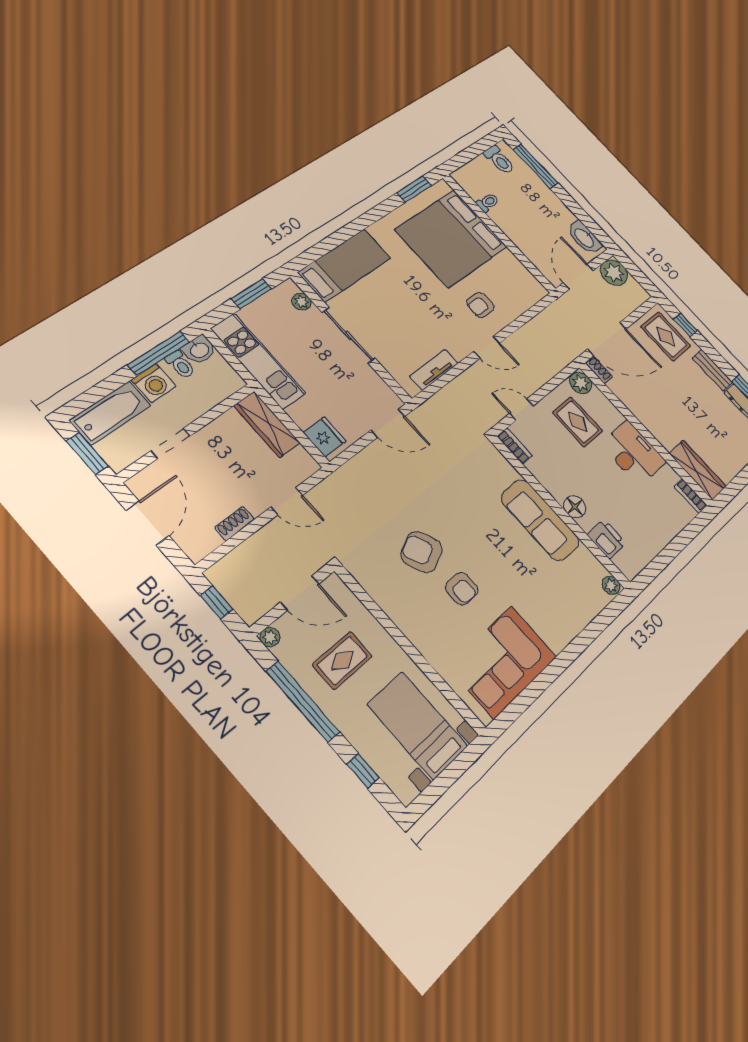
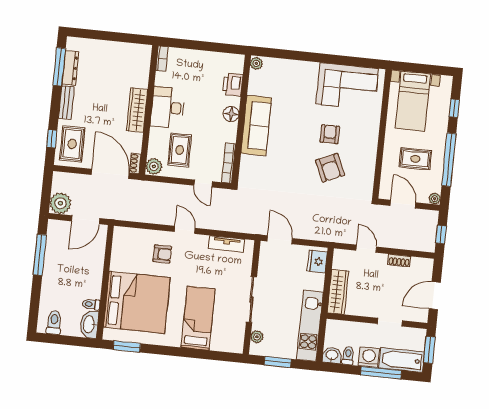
window: (536, 166) -> (40, 255), moved
washbasin: (585, 238) -> (89, 324), moved, turned 180
bed: (345, 265) -> (198, 318), moved, turned 90
window: (159, 353) -> (381, 373), moved
bookcase: (515, 446) -> (229, 163), width x1.56
wardrobe: (698, 470) -> (137, 110), moved

